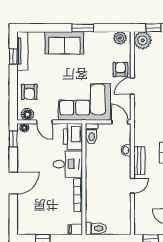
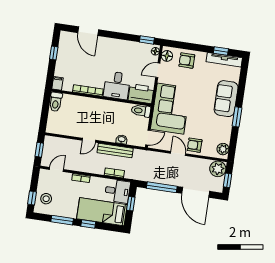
armchair: (120, 70) -> (195, 145), turned 180
bench: (139, 161) -> (115, 150), width x1.36
door: (13, 183) -> (88, 31), moved
door: (132, 186) -> (89, 140), hinge flipped

